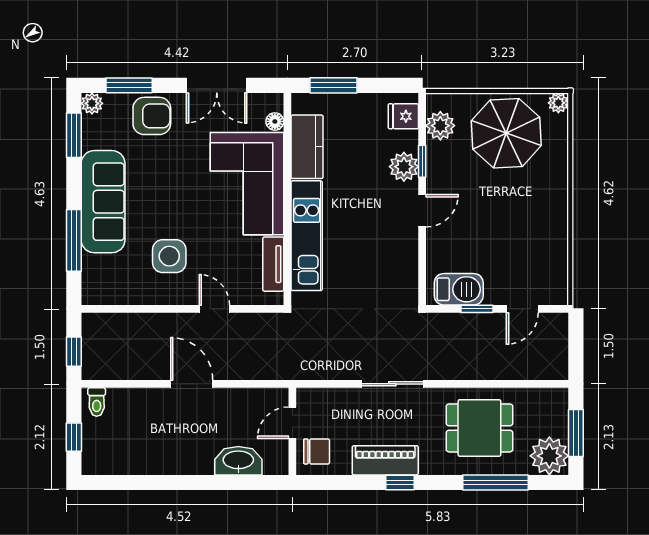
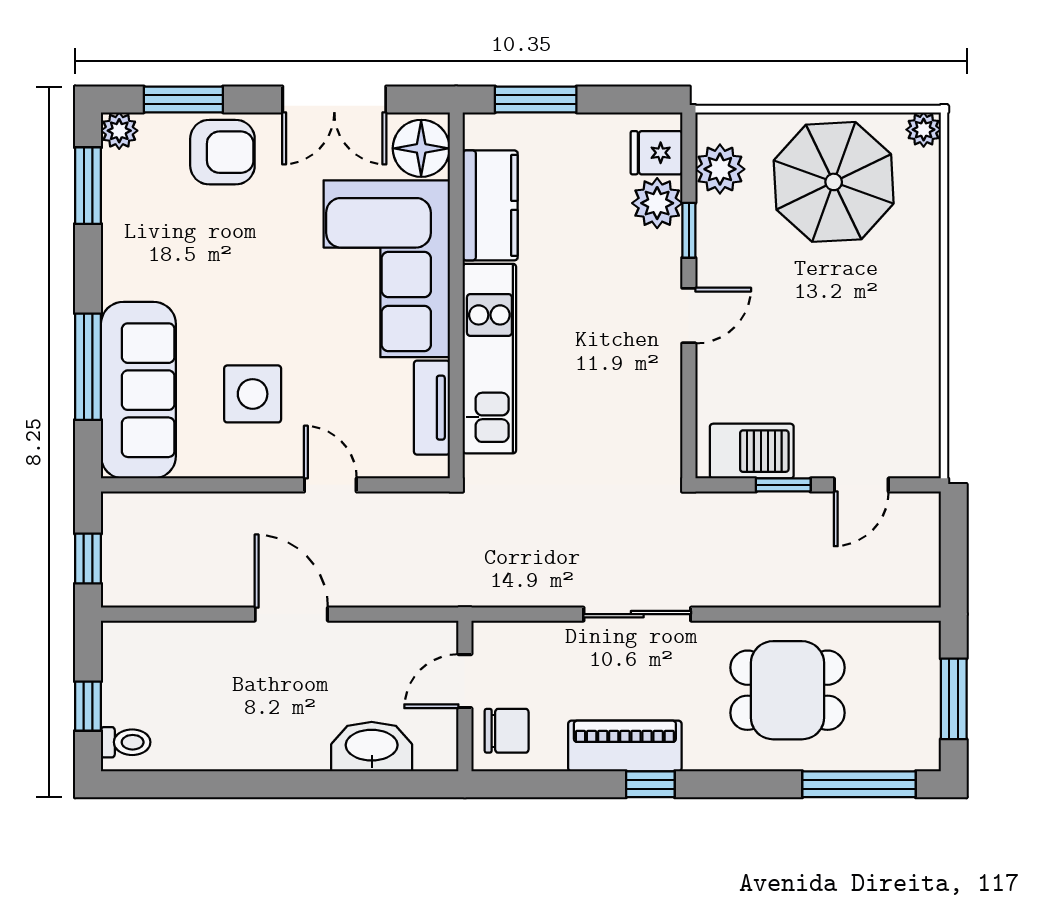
floor lamp: (275, 121) -> (421, 148), width x1.89, depth x1.89
plant: (404, 167) -> (657, 203), moved
sofa: (103, 202) -> (138, 390), moved
toilet: (97, 402) -> (126, 742), moved, turned -90
plant: (549, 456) -> (908, 738), removed
window: (495, 482) -> (859, 784), moved

